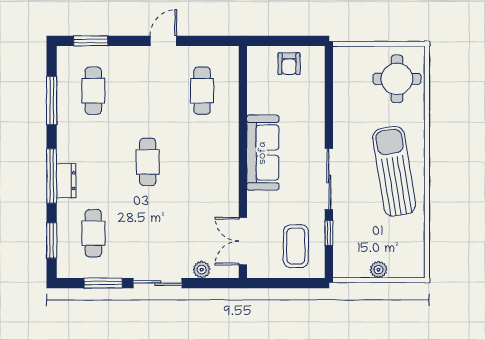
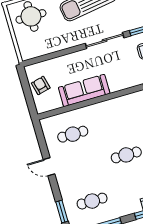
armchair: (289, 64) -> (41, 85), turned -104
sofa: (263, 153) -> (84, 90), moved

